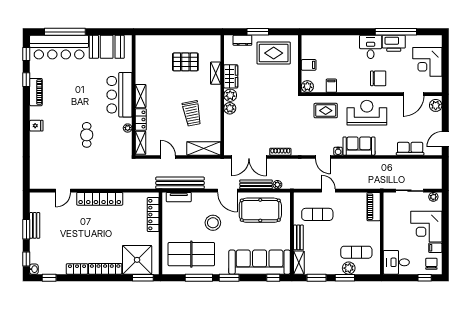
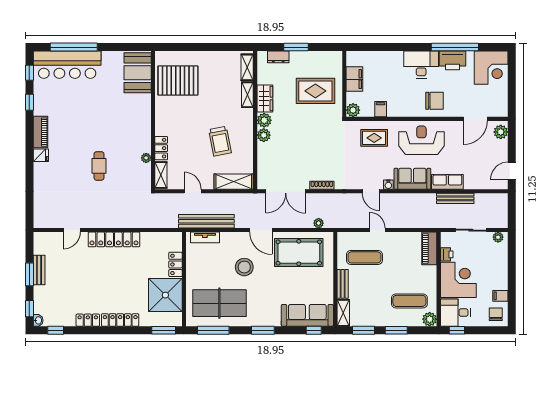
booth: (107, 47) -> (138, 73), moved, turned 90
desk: (371, 47) -> (421, 65), width x1.37
rug: (274, 53) -> (315, 91), moved
pallet: (185, 62) -> (178, 81), moved, width x1.37, depth x1.41
corner desk: (427, 62) -> (491, 68), moved, turned -90
filing cabinet: (309, 65) -> (354, 79), width x2.00
piano: (36, 92) -> (40, 132), moved
bar counter: (119, 95) -> (137, 120), removed
shelving: (141, 96) -> (247, 67), moved
row of seats: (410, 149) -> (447, 182), moved
bench: (256, 184) -> (455, 198), moved
printer: (389, 212) -> (447, 254), added
locker: (153, 215) -> (175, 264), width x0.66
corner desk: (426, 227) -> (458, 280), moved, turned 180
shower: (137, 260) -> (165, 295), moved
sofa: (260, 262) -> (307, 315), width x0.74, depth x0.79
plant: (349, 268) -> (430, 319), moved
window: (199, 278) -> (213, 330), moved
window: (425, 278) -> (457, 330), moved

